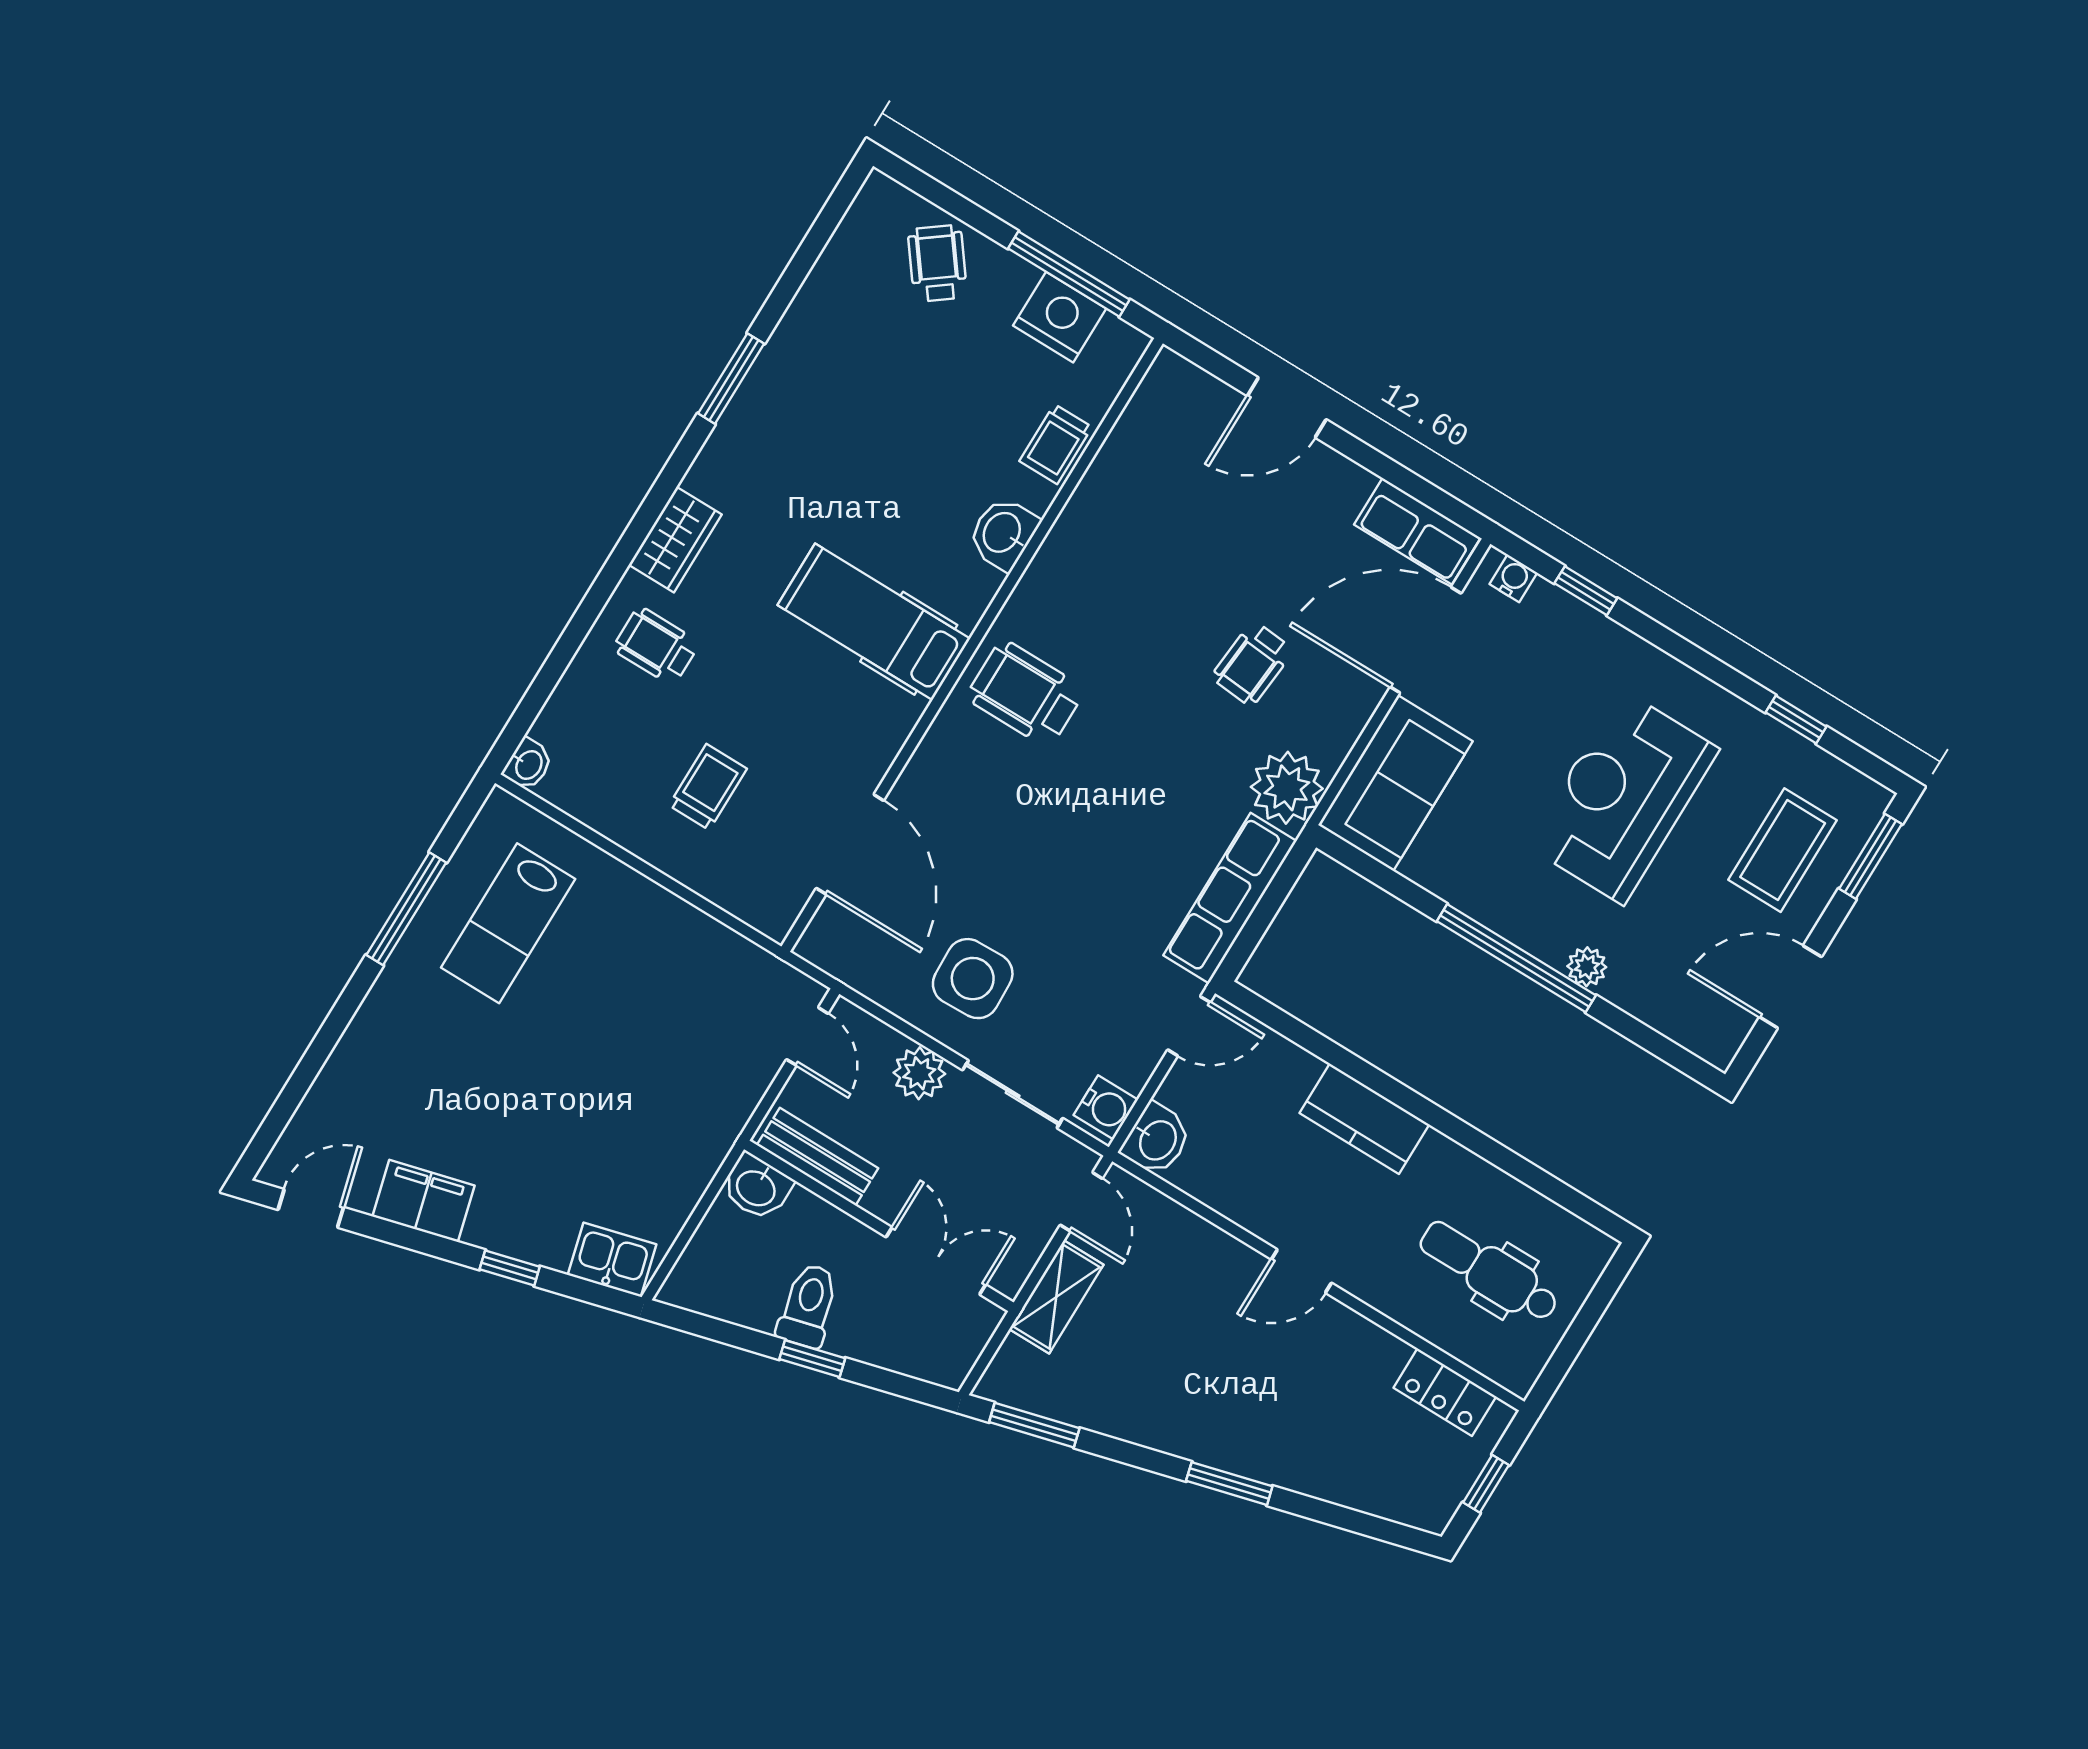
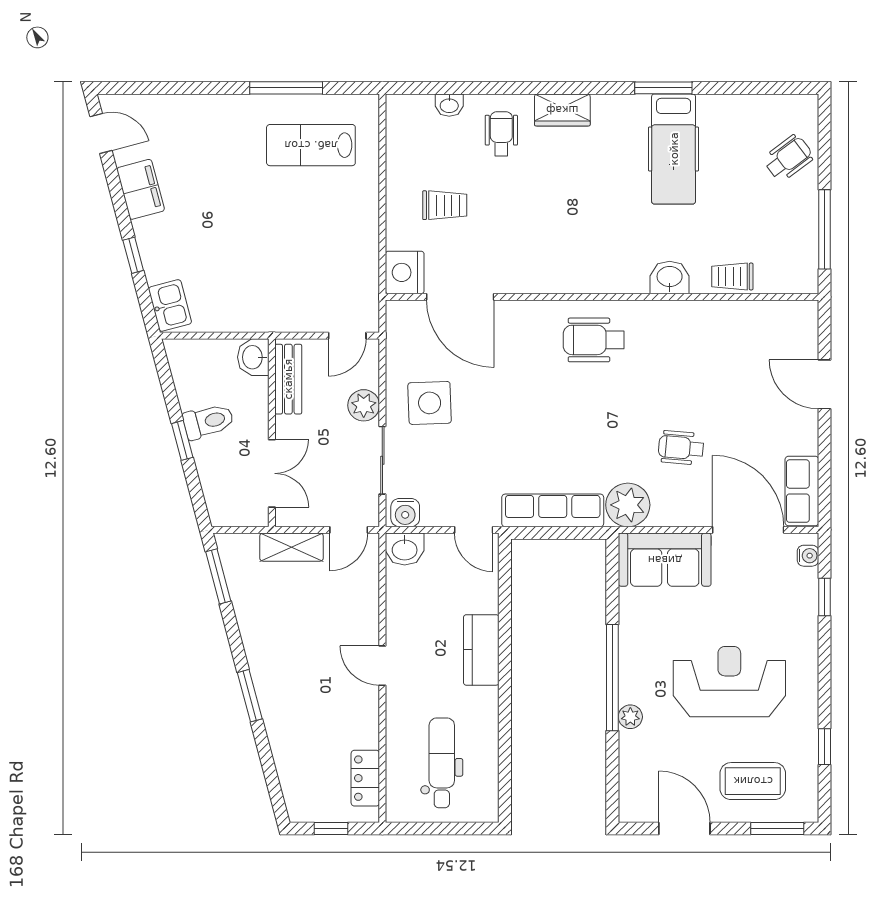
nightstand: (1060, 317) -> (405, 272), moved, turned 180
hospital bed: (874, 622) -> (674, 149), moved, turned 180
wheelchair: (1026, 693) -> (594, 340), turned -90
washbasin: (528, 764) -> (449, 105), moved
door: (850, 844) -> (460, 297), hinge flipped

